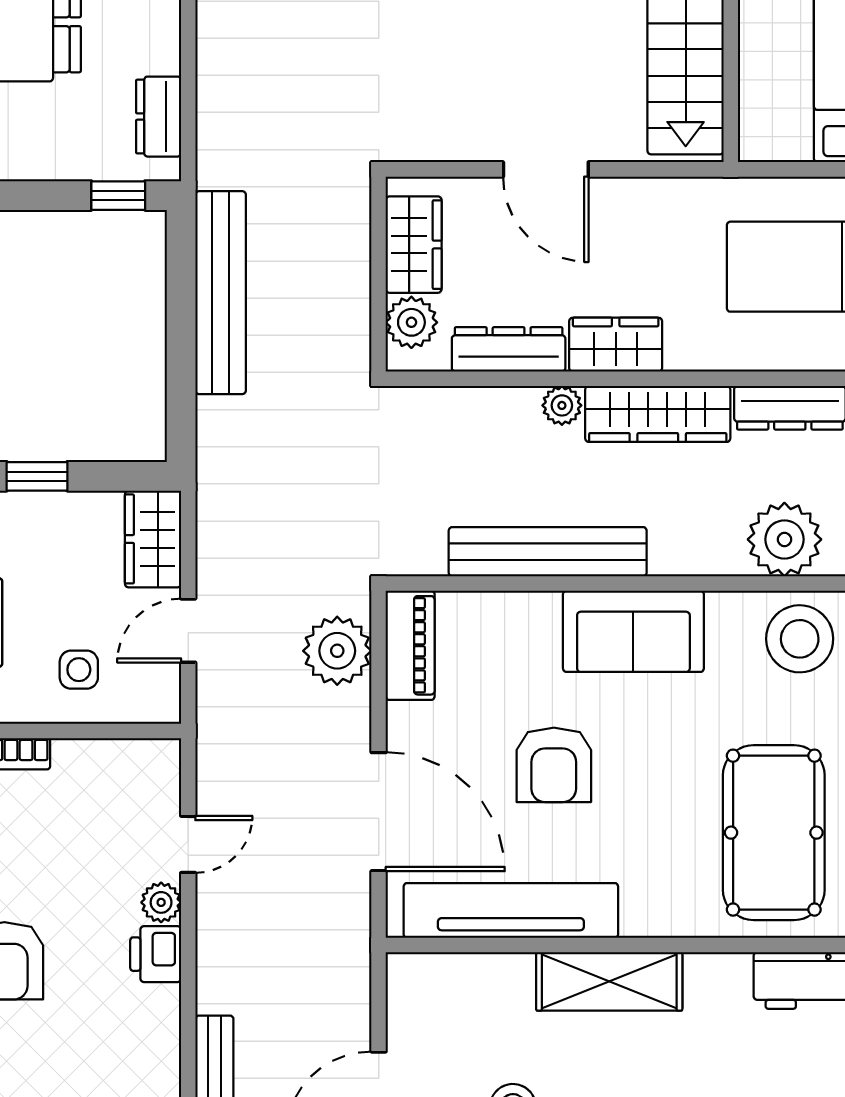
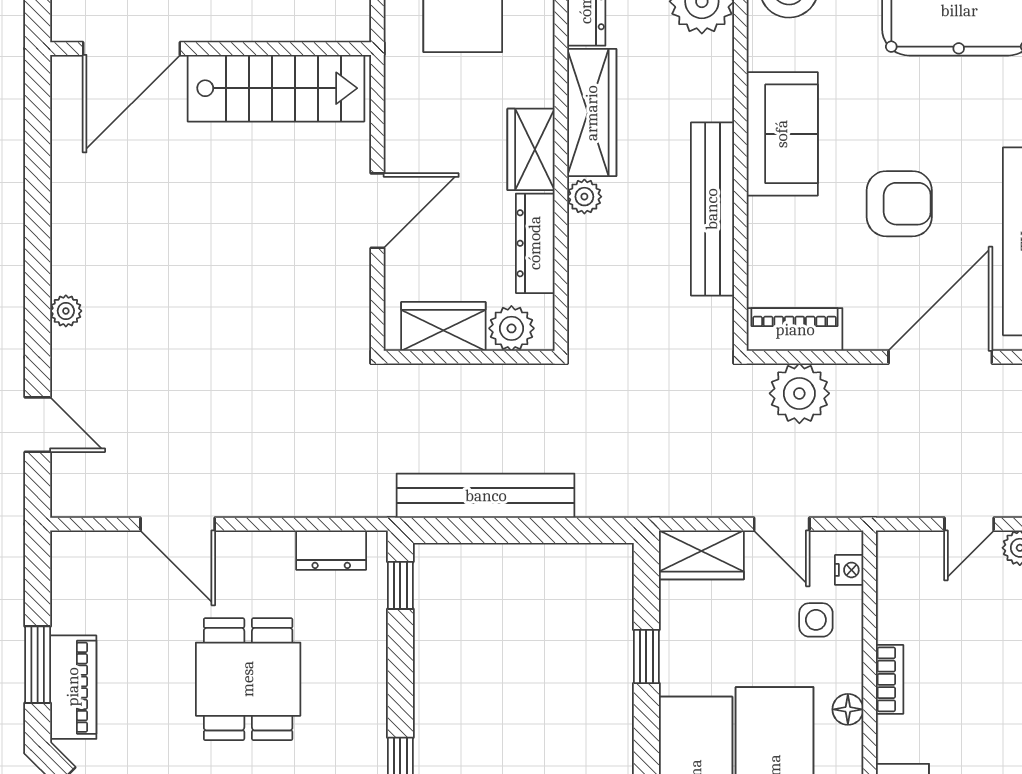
nightstand: (136, 708) -> (849, 570), added
door: (188, 844) -> (969, 524), swing flipped

